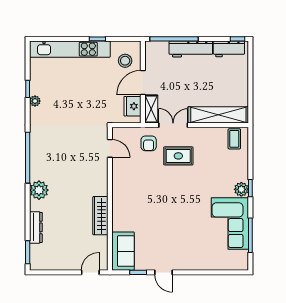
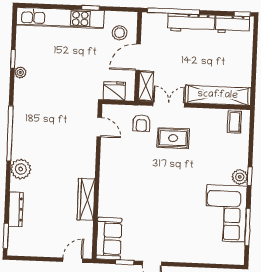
fridge: (133, 106) -> (114, 91), moved, turned 90

